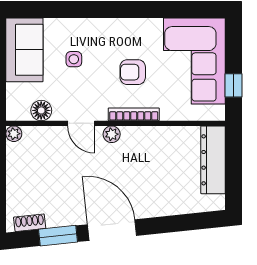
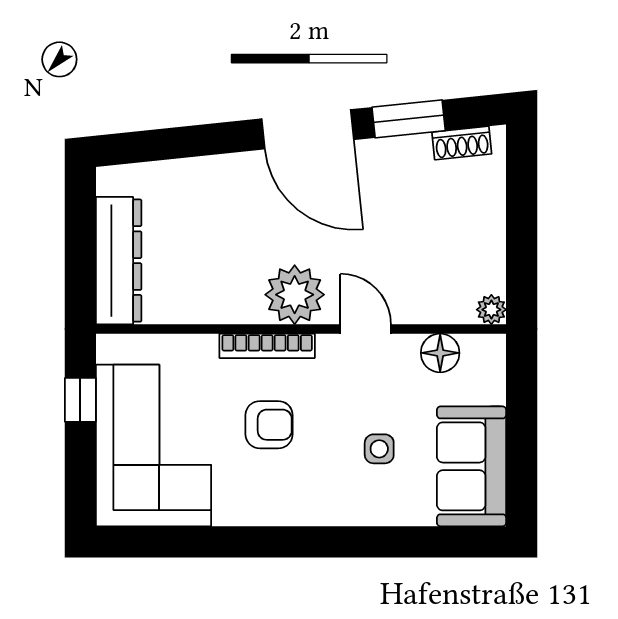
plant: (112, 134) -> (295, 295), width x1.88, depth x1.88

